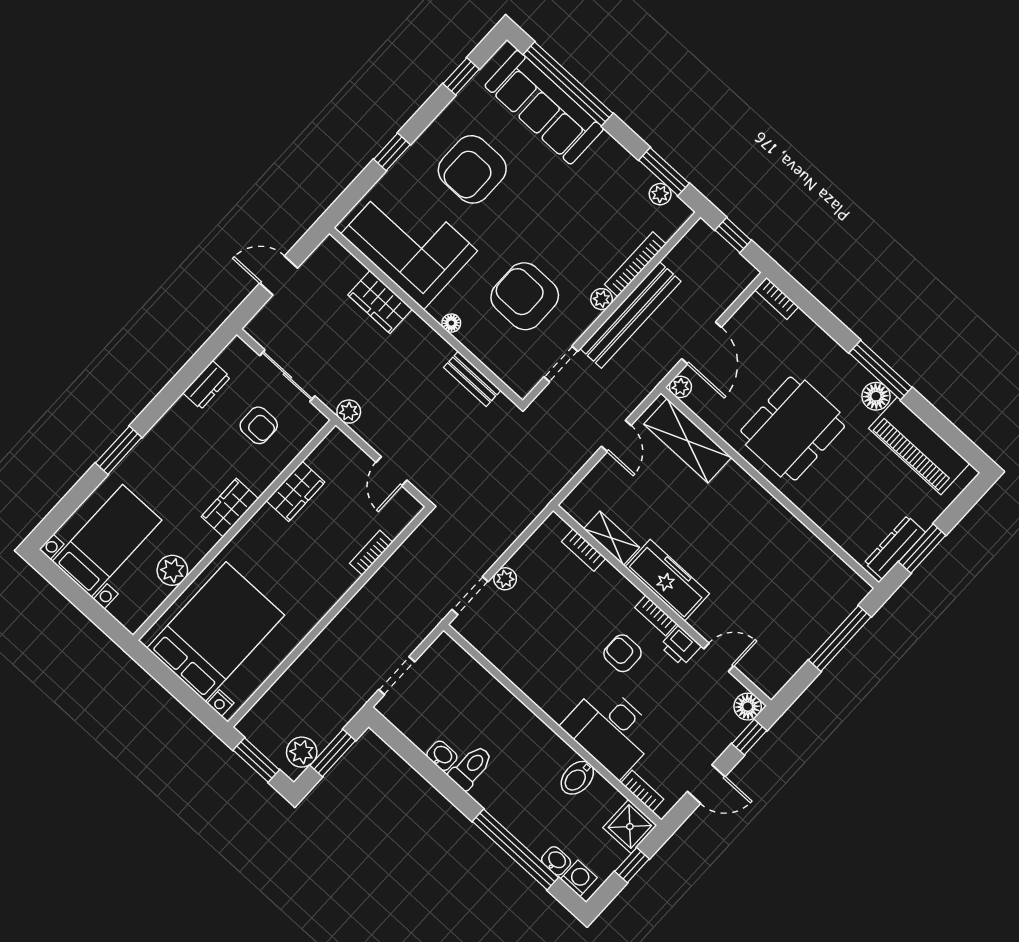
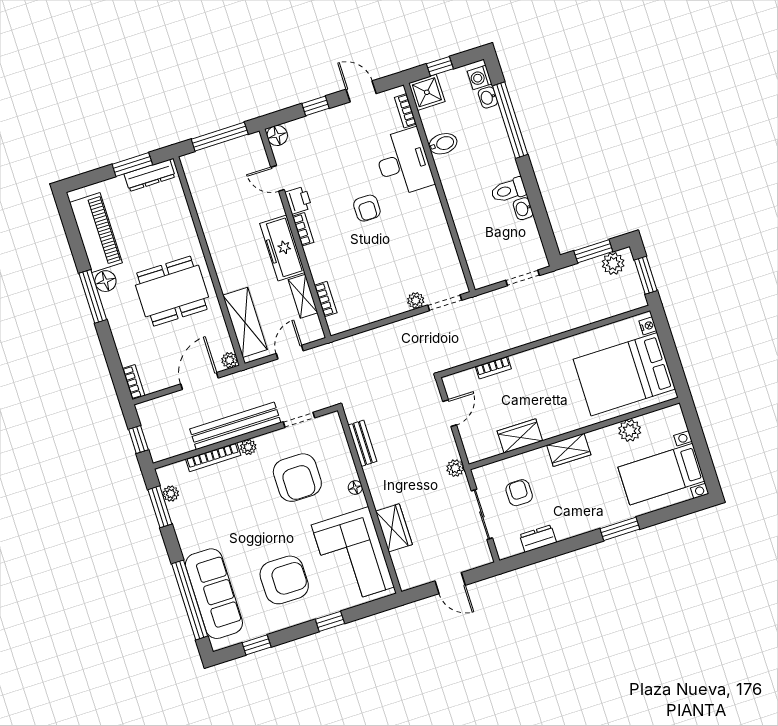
shelving: (612, 538) -> (303, 296), moved
bookcase: (584, 550) -> (326, 299), moved
freezer: (667, 580) -> (282, 248), moved
wall: (662, 605) -> (295, 233), moved
bookcase: (656, 615) -> (303, 229), moved
printer: (680, 646) -> (298, 200), moved
door: (719, 657) -> (278, 178), moved
floor lamp: (748, 707) -> (277, 135), moved

